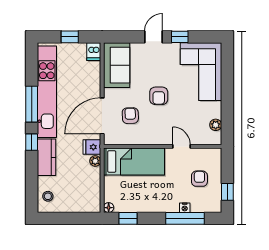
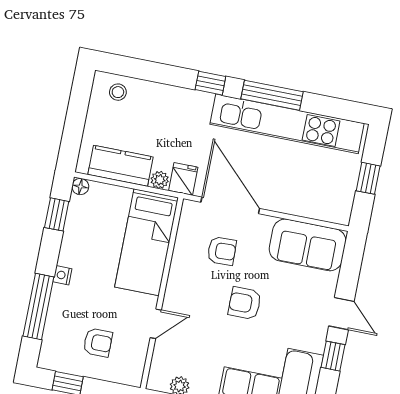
dishwasher: (94, 52) -> (337, 212), removed
kitchen counter: (47, 157) -> (120, 166), moved, turned 180
nightstand: (185, 208) -> (62, 275), moved

